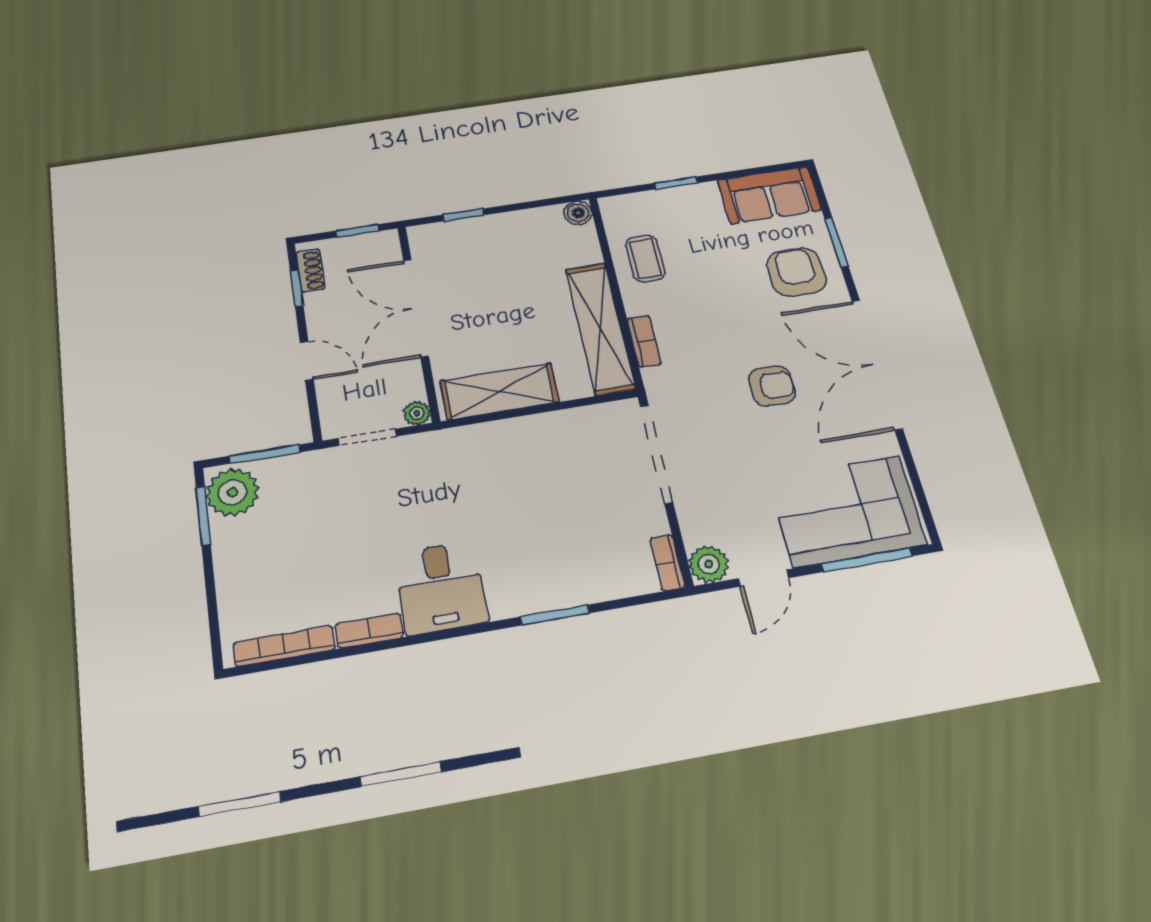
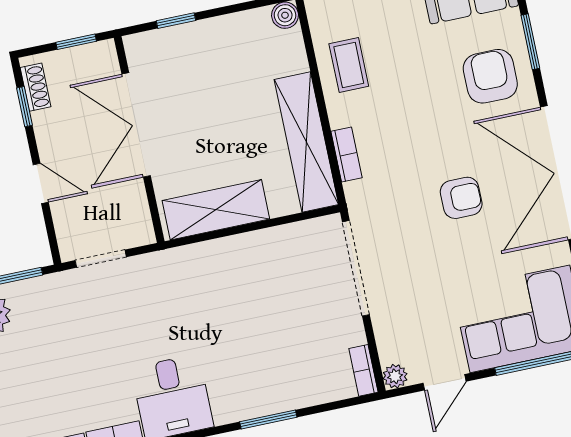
plant: (417, 413) -> (143, 234), removed
plant: (709, 564) -> (395, 376), width x0.73, depth x0.73

